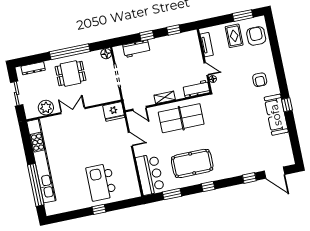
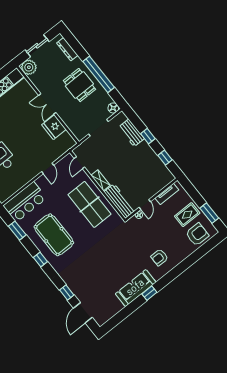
workbench: (196, 89) -> (120, 201), width x1.38
plant: (46, 108) -> (29, 67), moved
double door: (73, 111) -> (47, 104), swing flipped
fridge: (114, 111) -> (54, 127), moved

